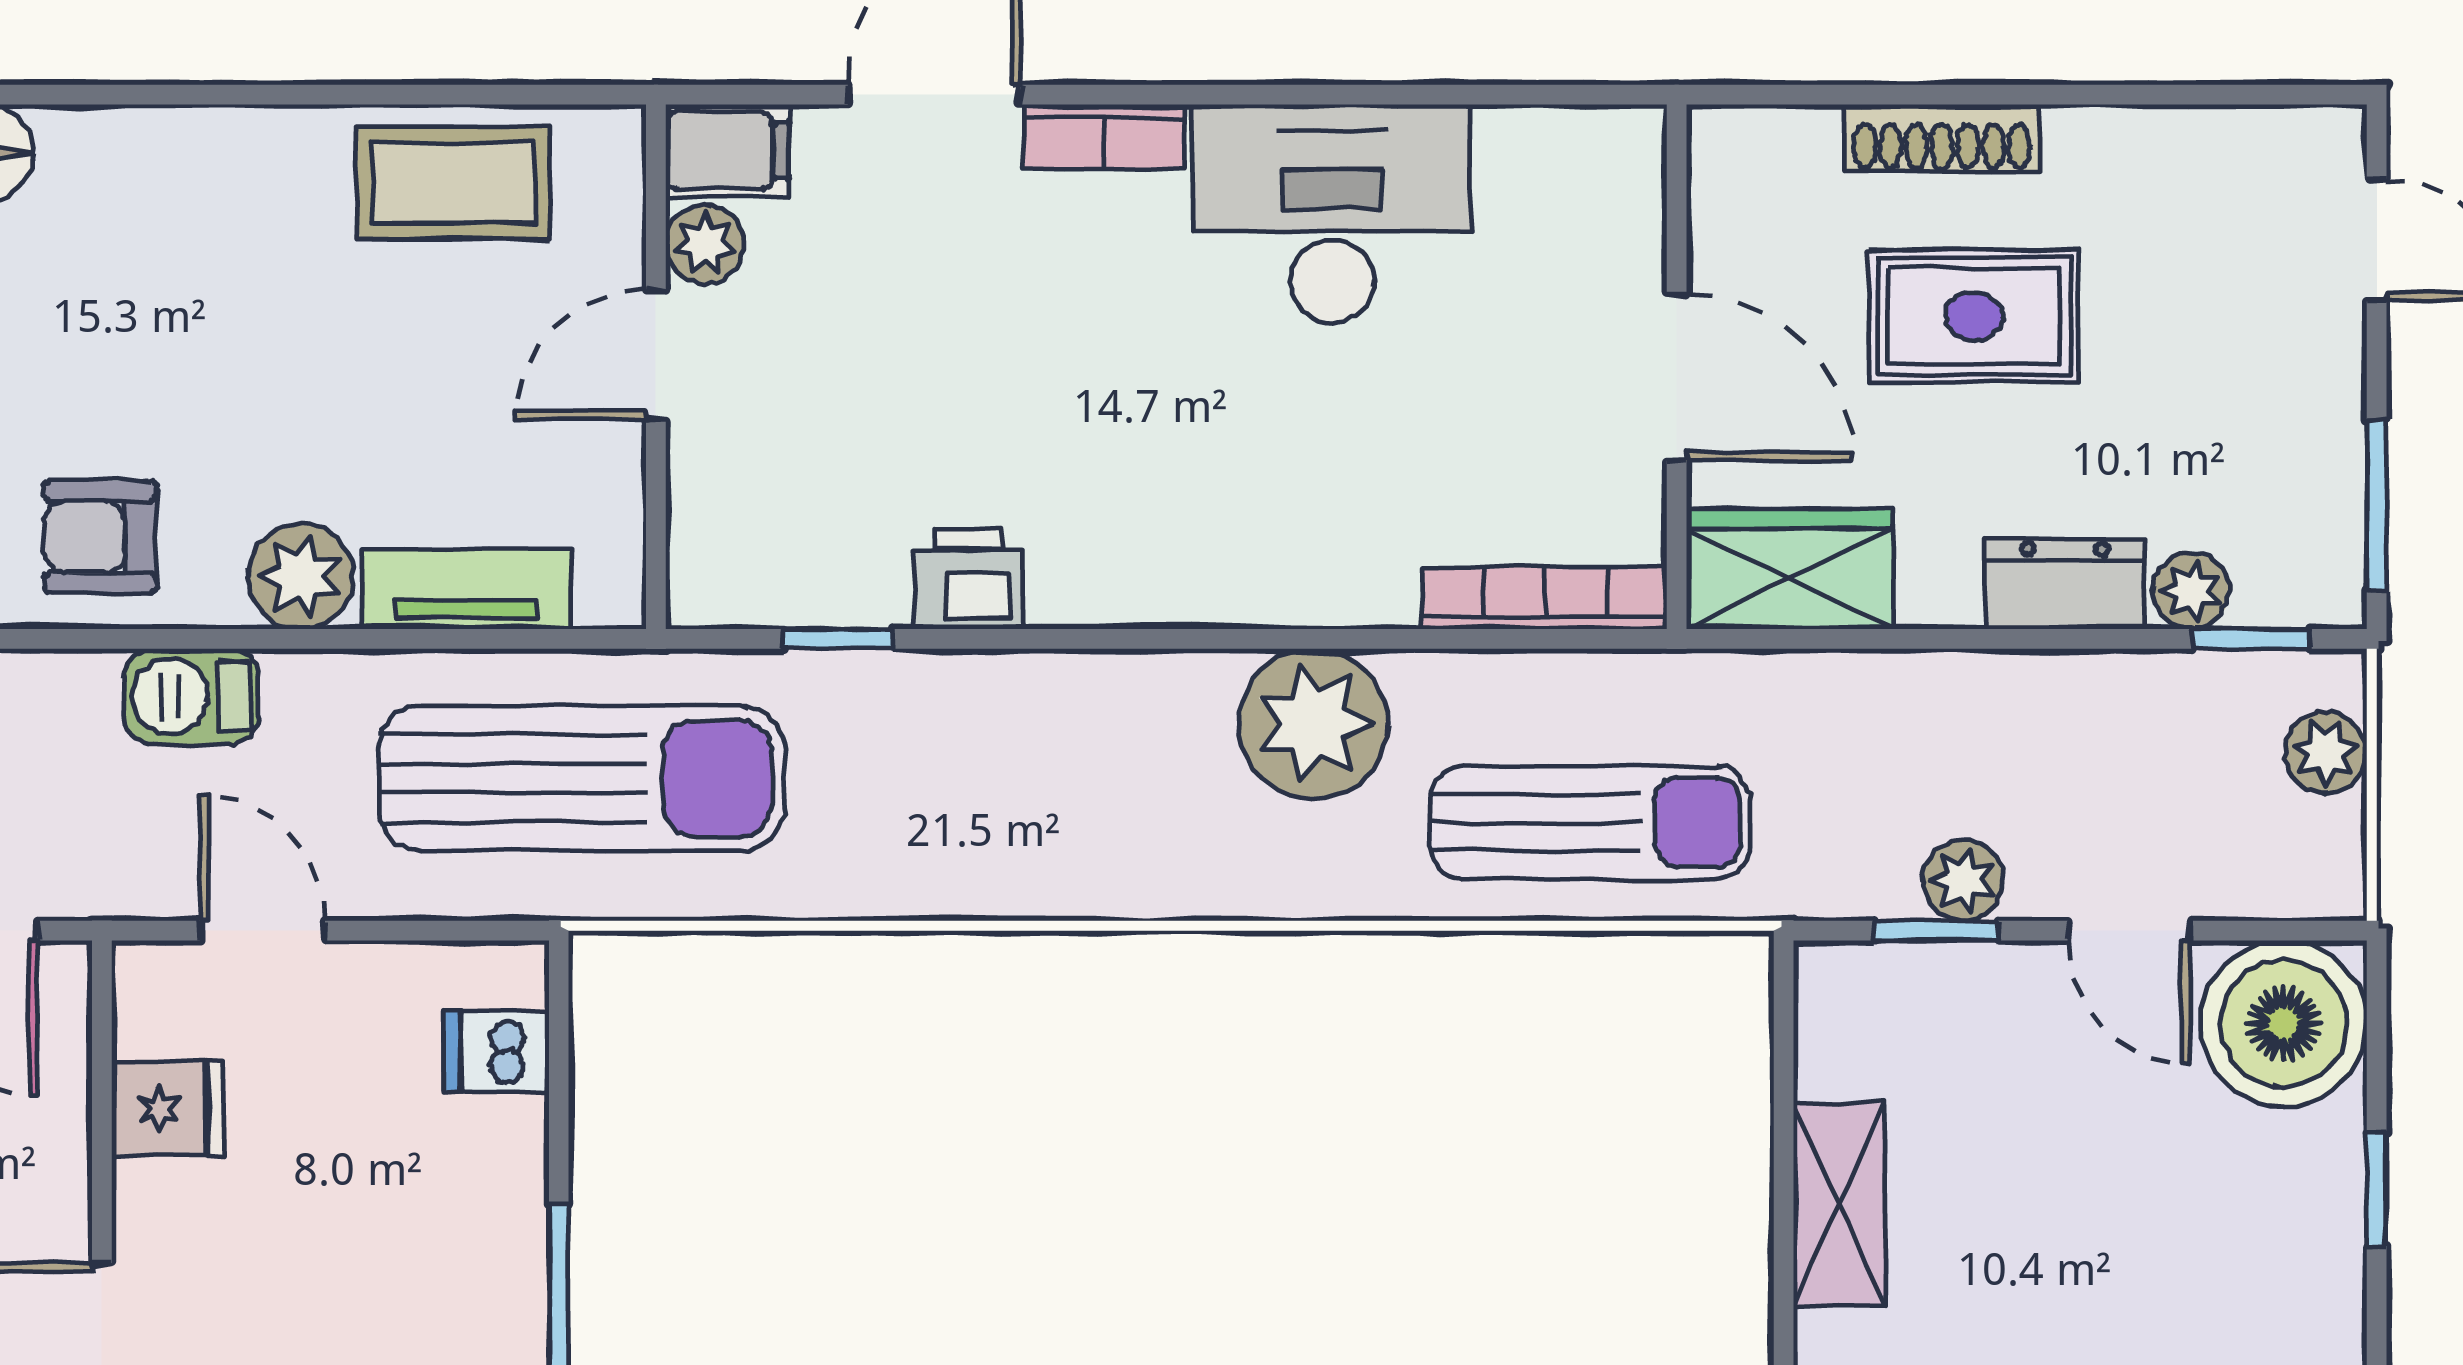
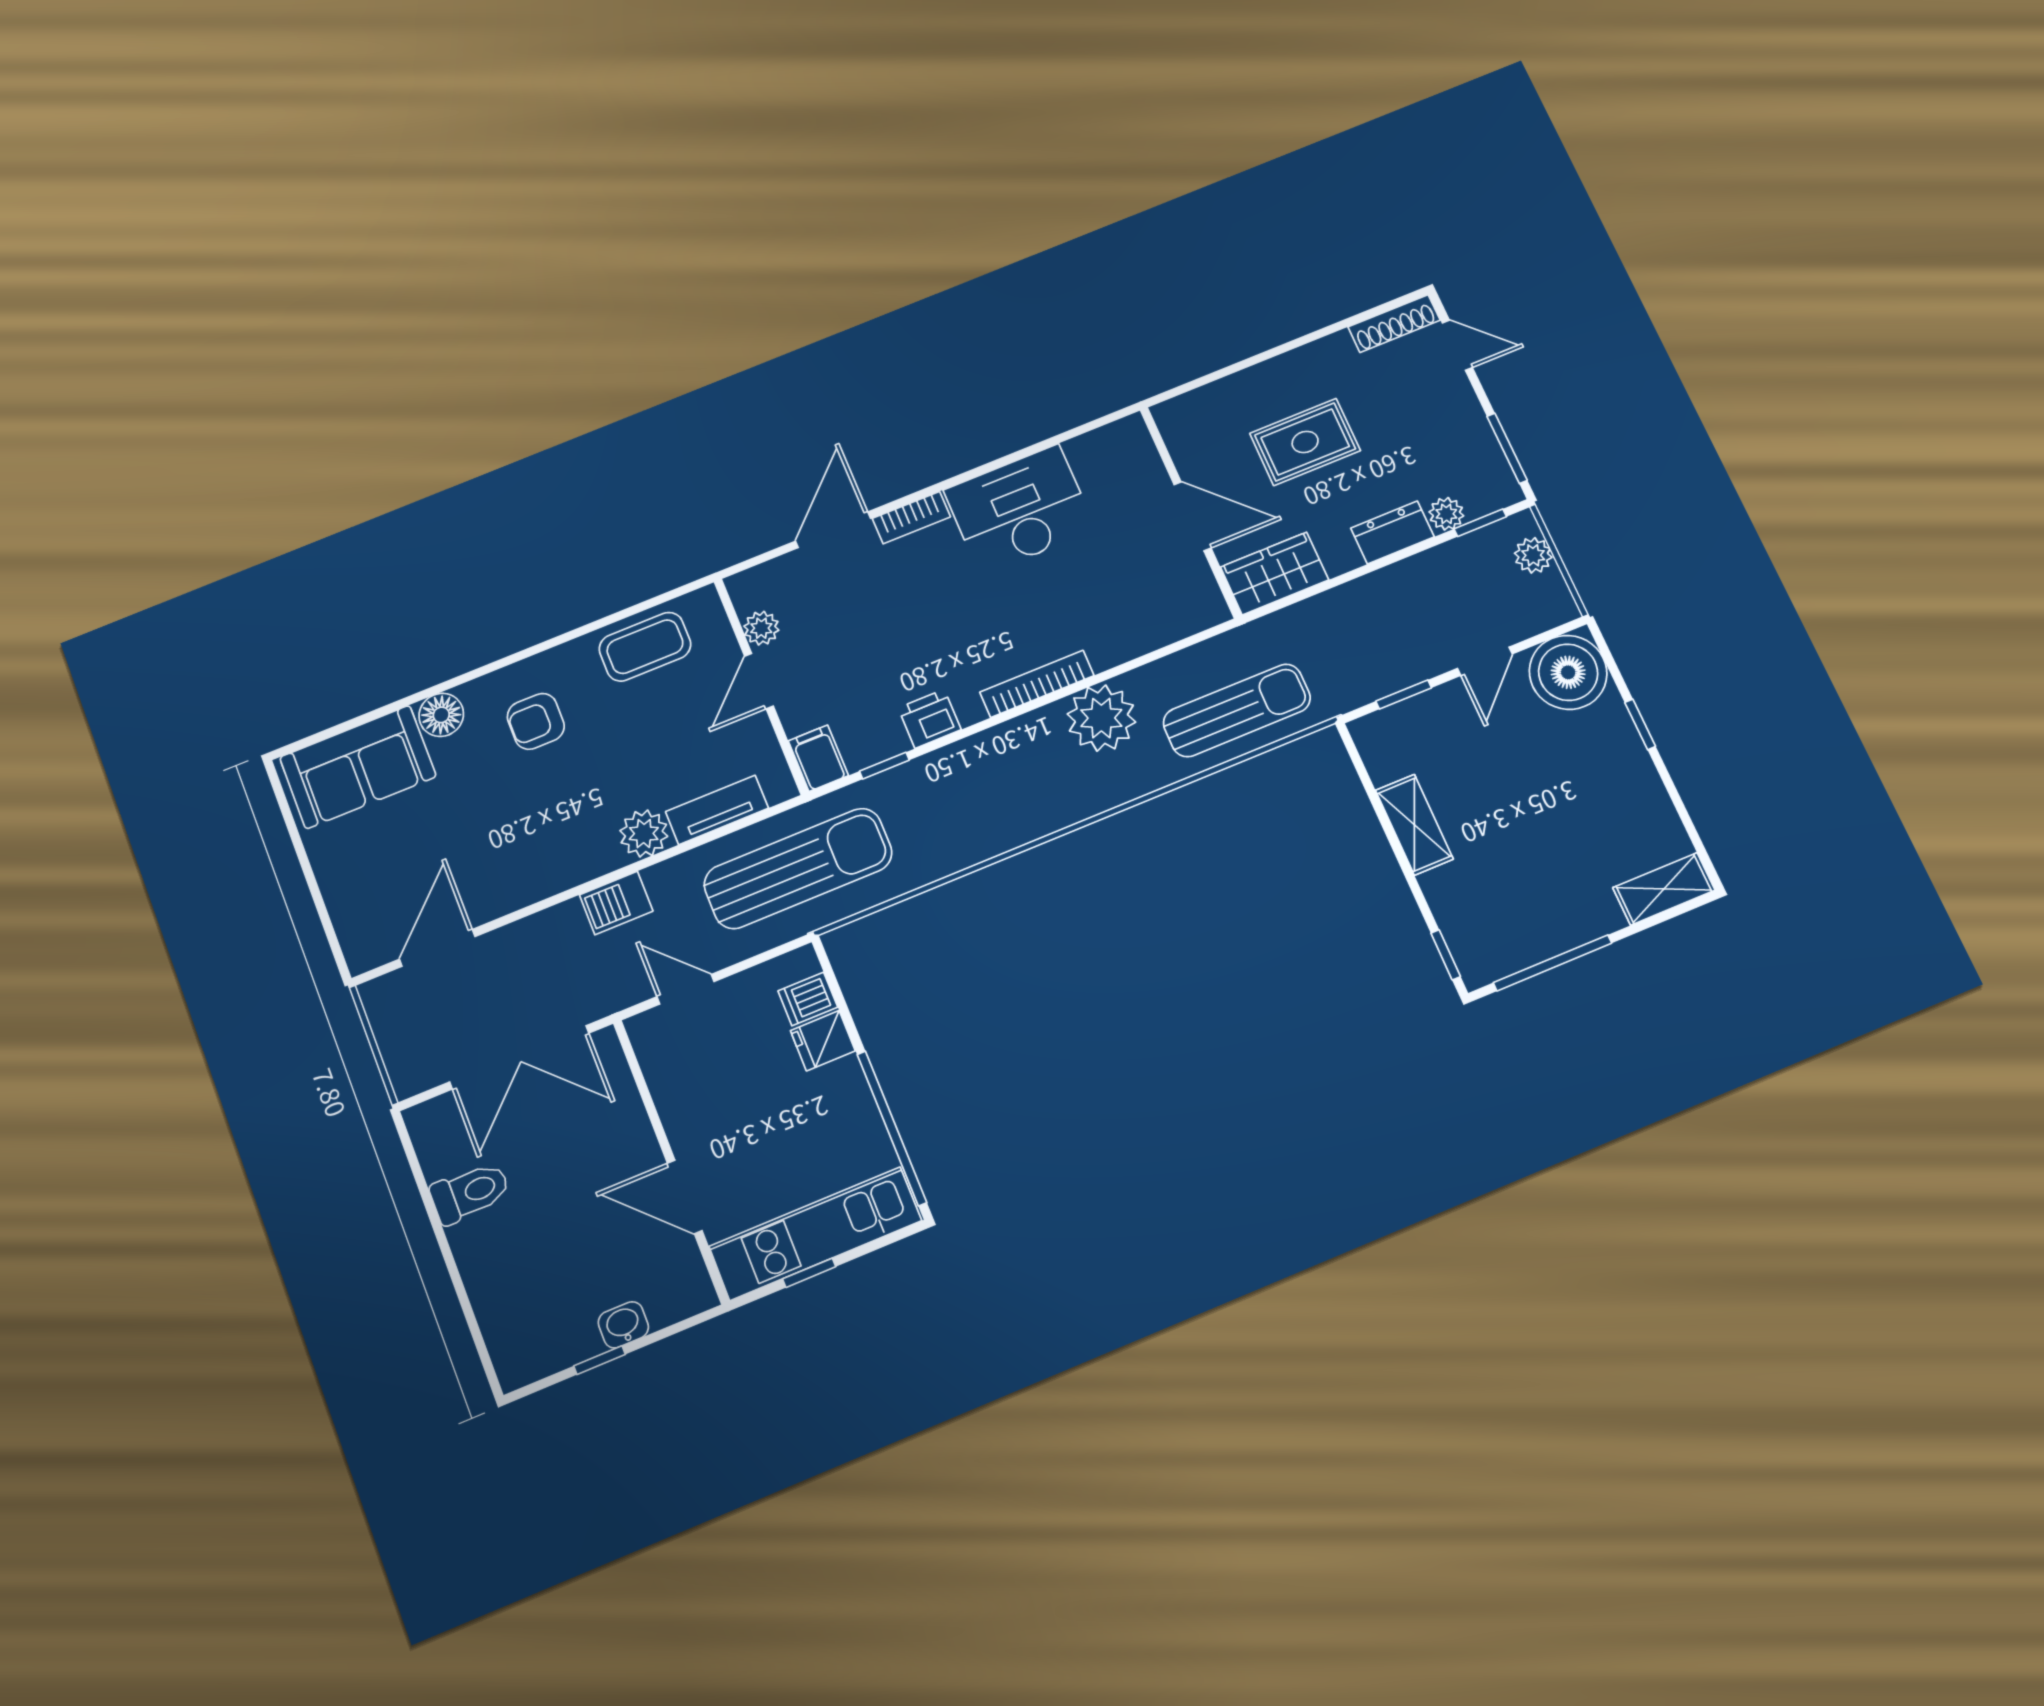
shoe rack: (1942, 138) -> (1394, 324), moved
filing cabinet: (727, 151) -> (818, 758), moved, turned -90
armchair: (100, 537) -> (536, 721), moved
bookcase: (1545, 598) -> (1037, 684), moved
plant: (1963, 880) -> (1405, 669), removed
door: (2129, 931) -> (1485, 661), hinge flipped
fridge: (168, 1108) -> (823, 1041), moved, turned 180

